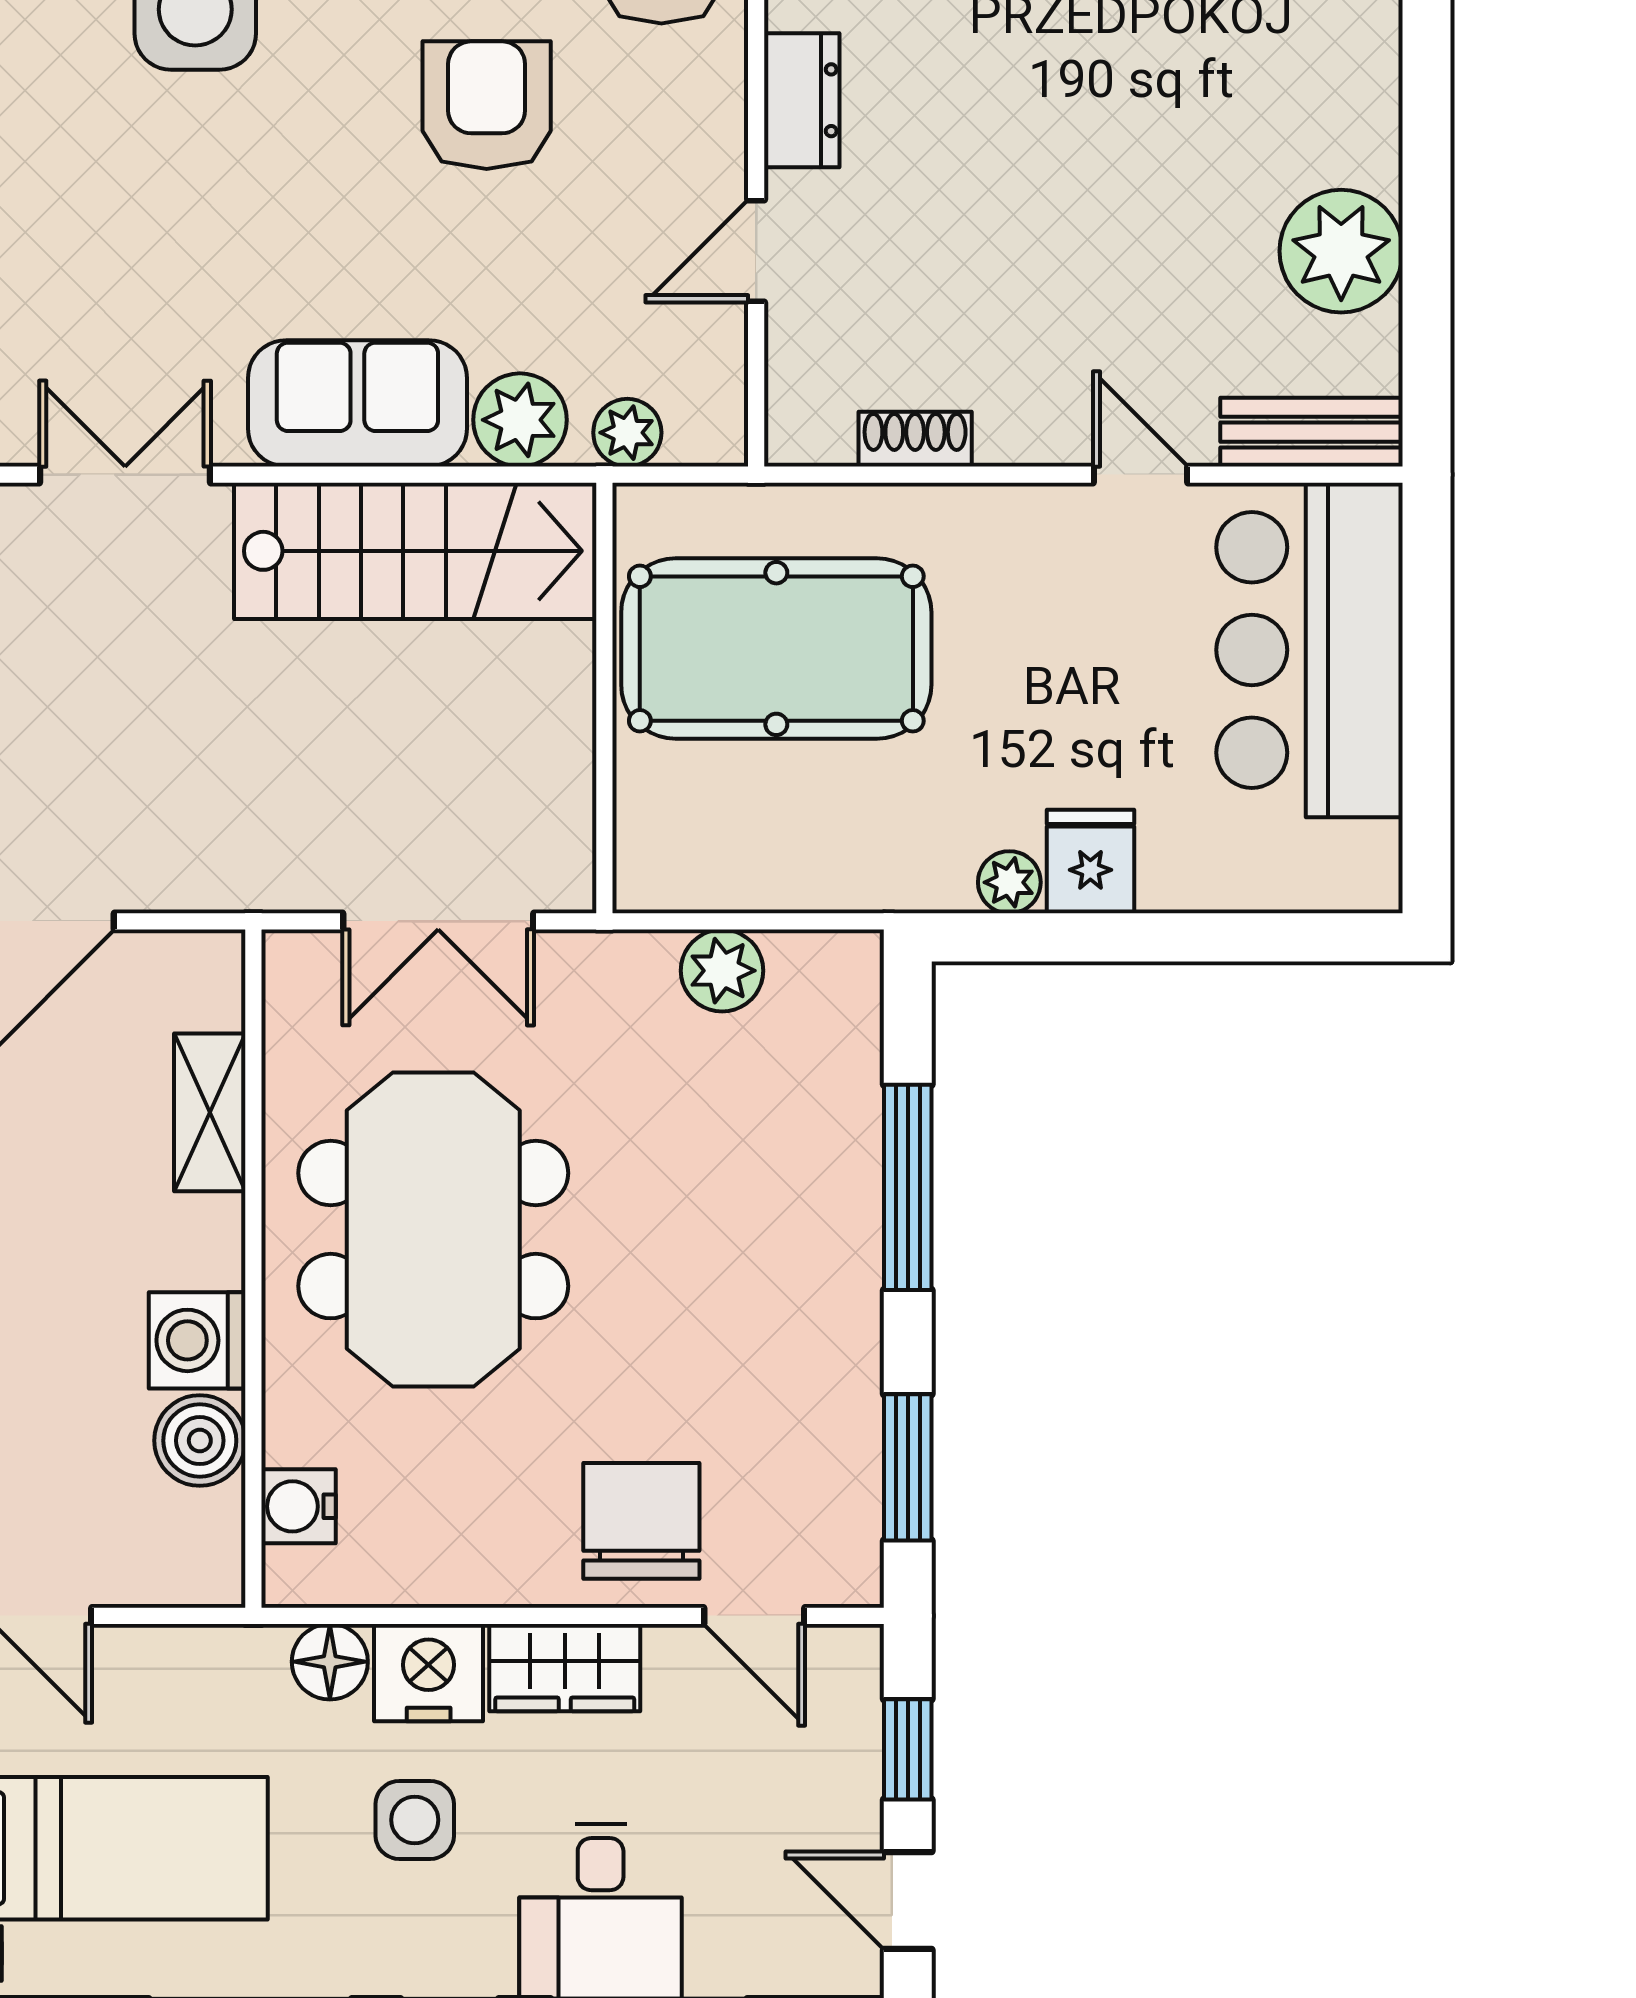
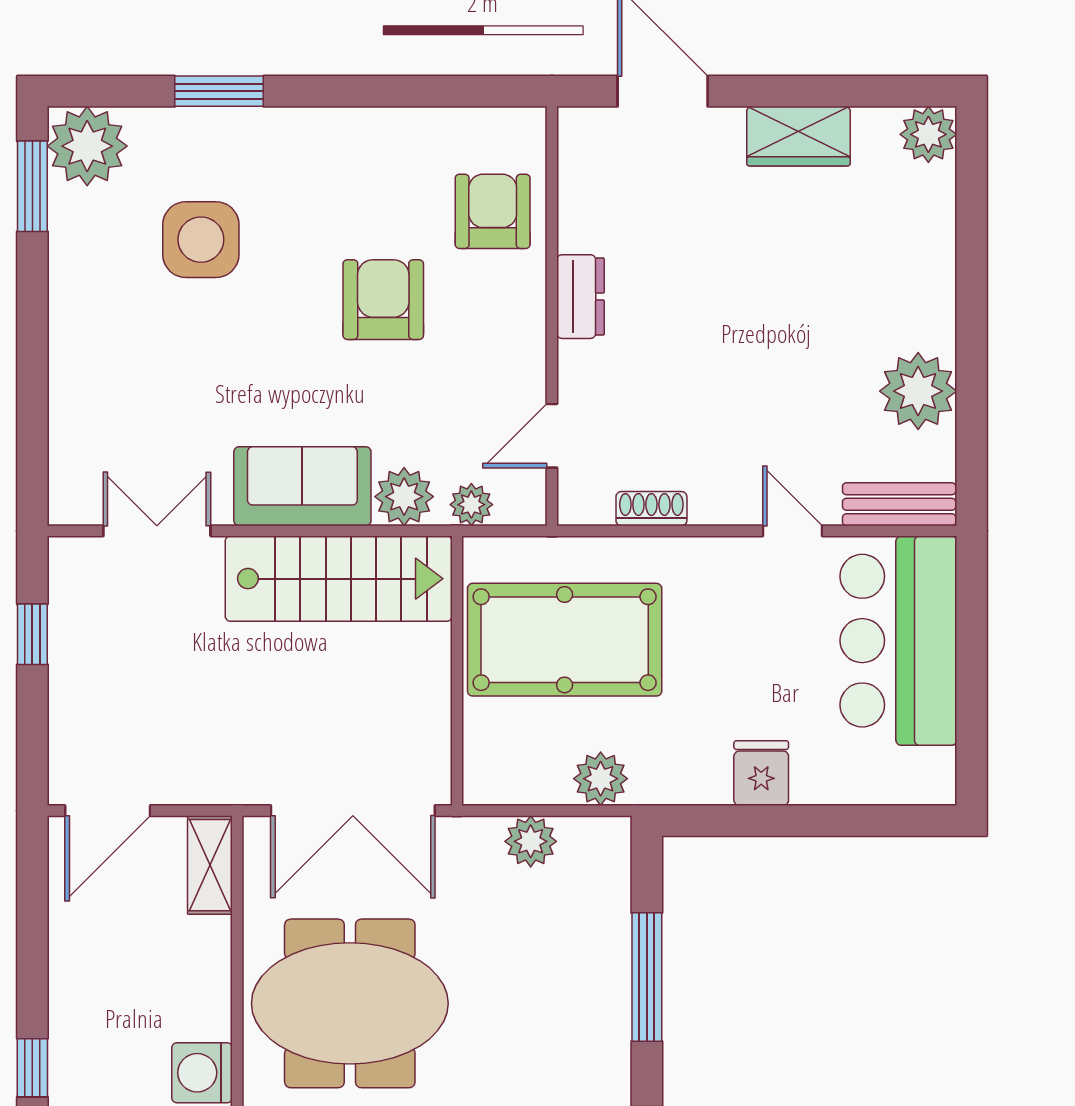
door: (756, 251) -> (552, 436), moved
plant: (1009, 882) -> (601, 779), moved, width x1.38, depth x1.38
double door: (438, 921) -> (353, 811), width x1.37
shelving: (210, 1112) -> (210, 865), moved
meeting table: (433, 1230) -> (350, 1003), turned 90

